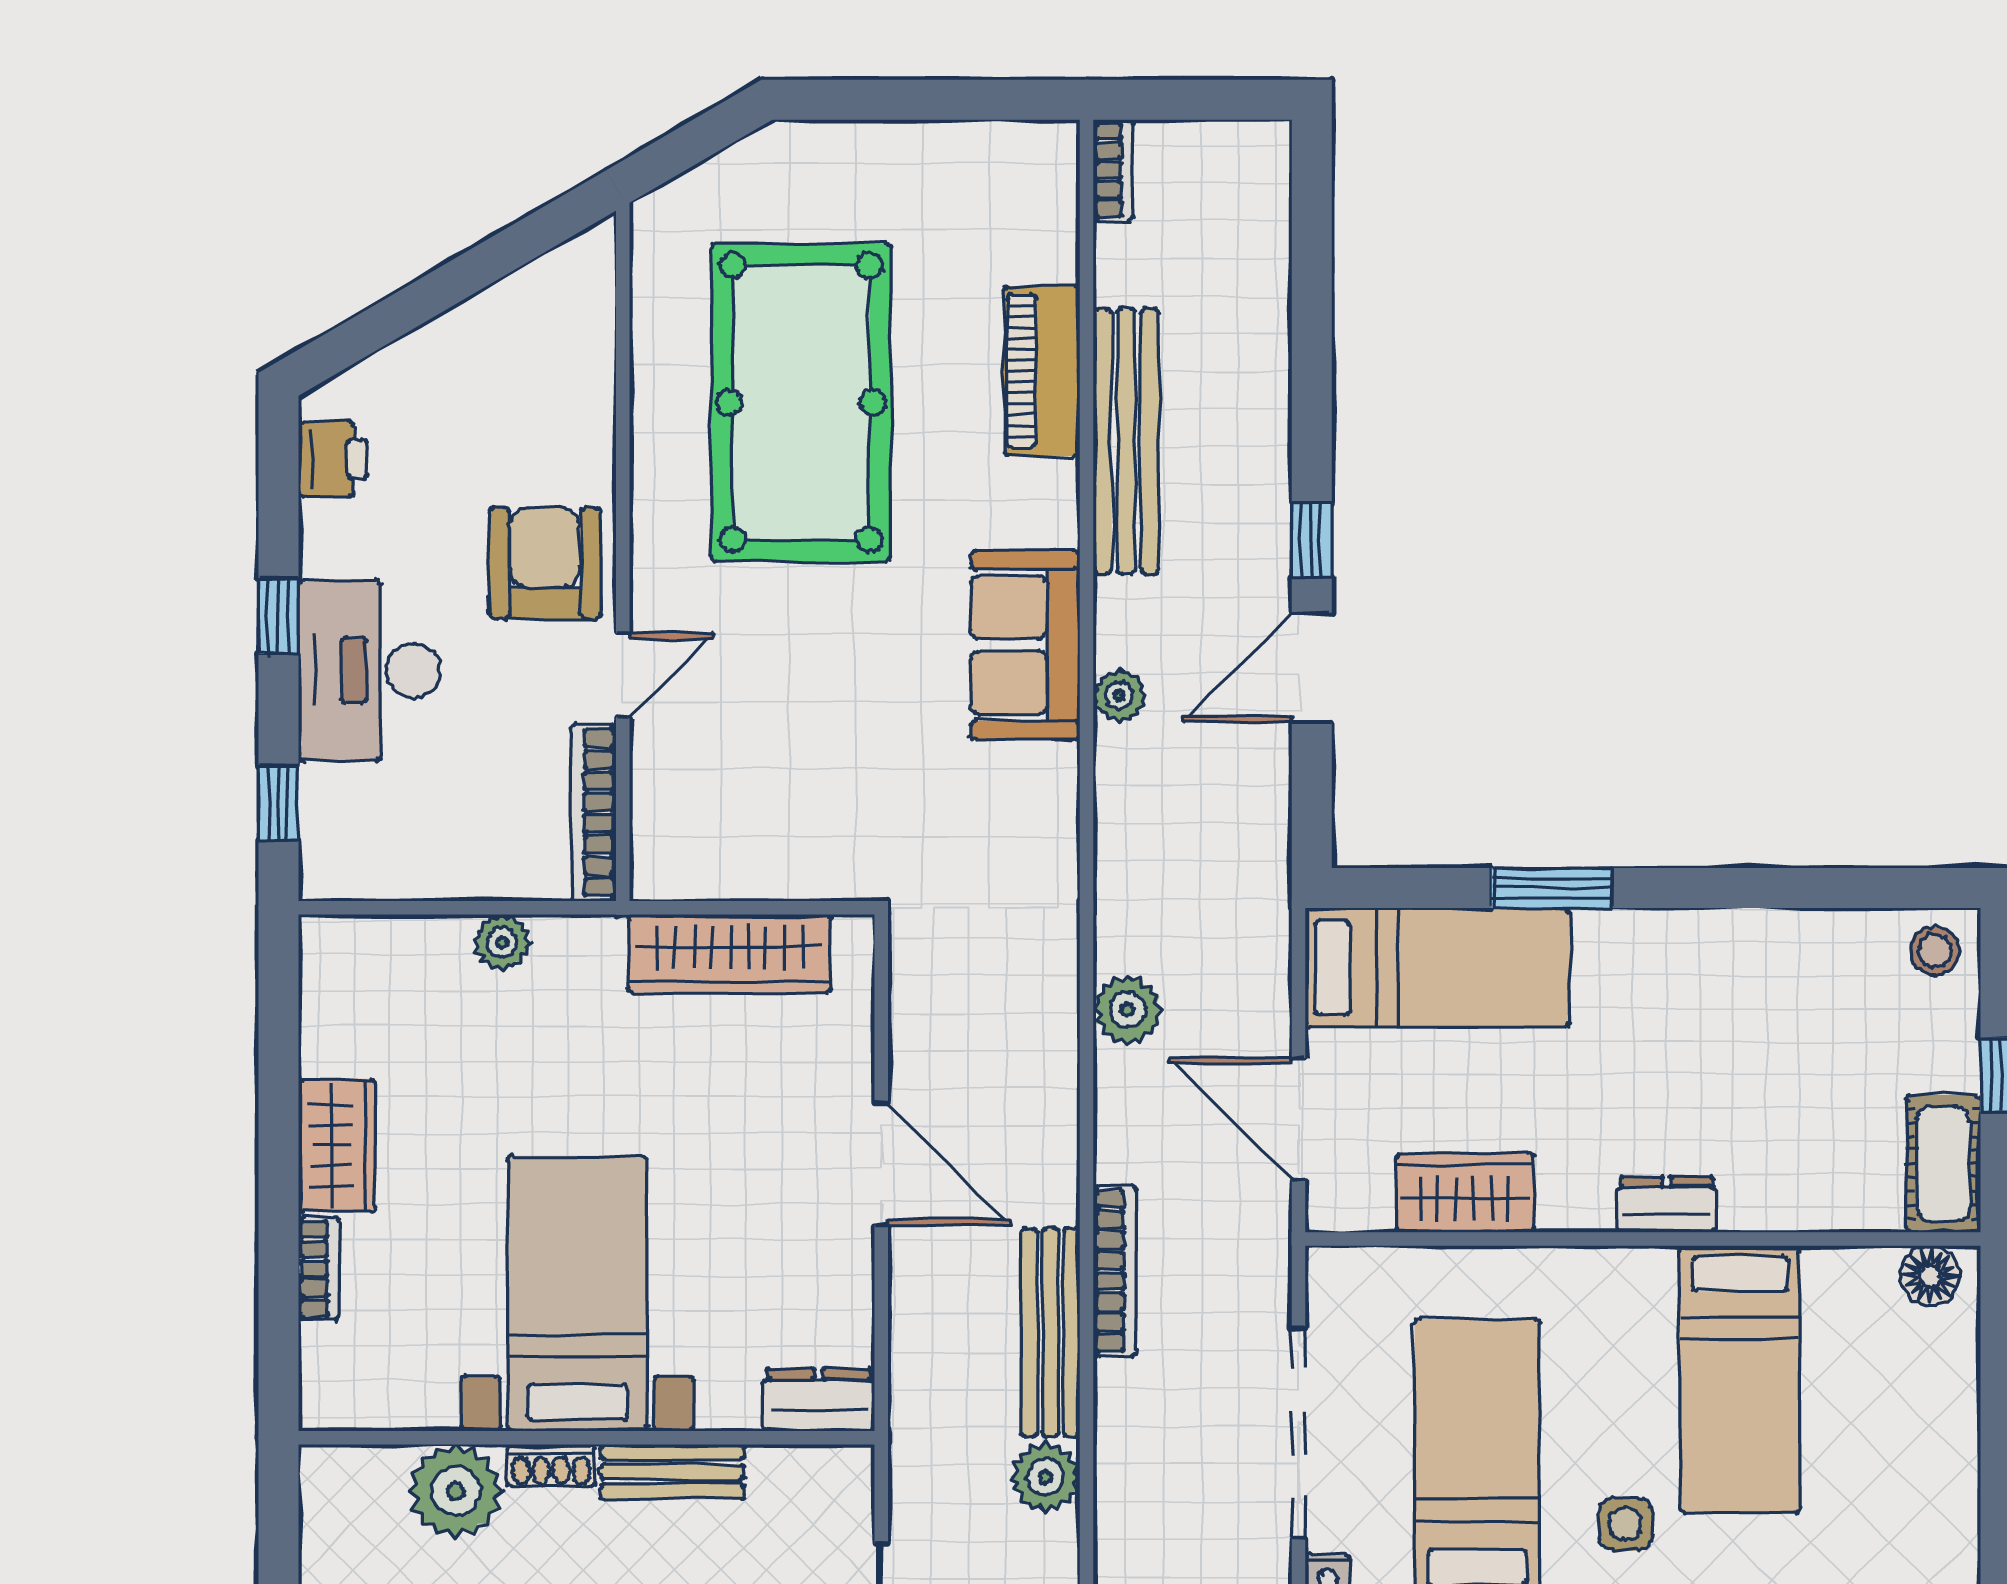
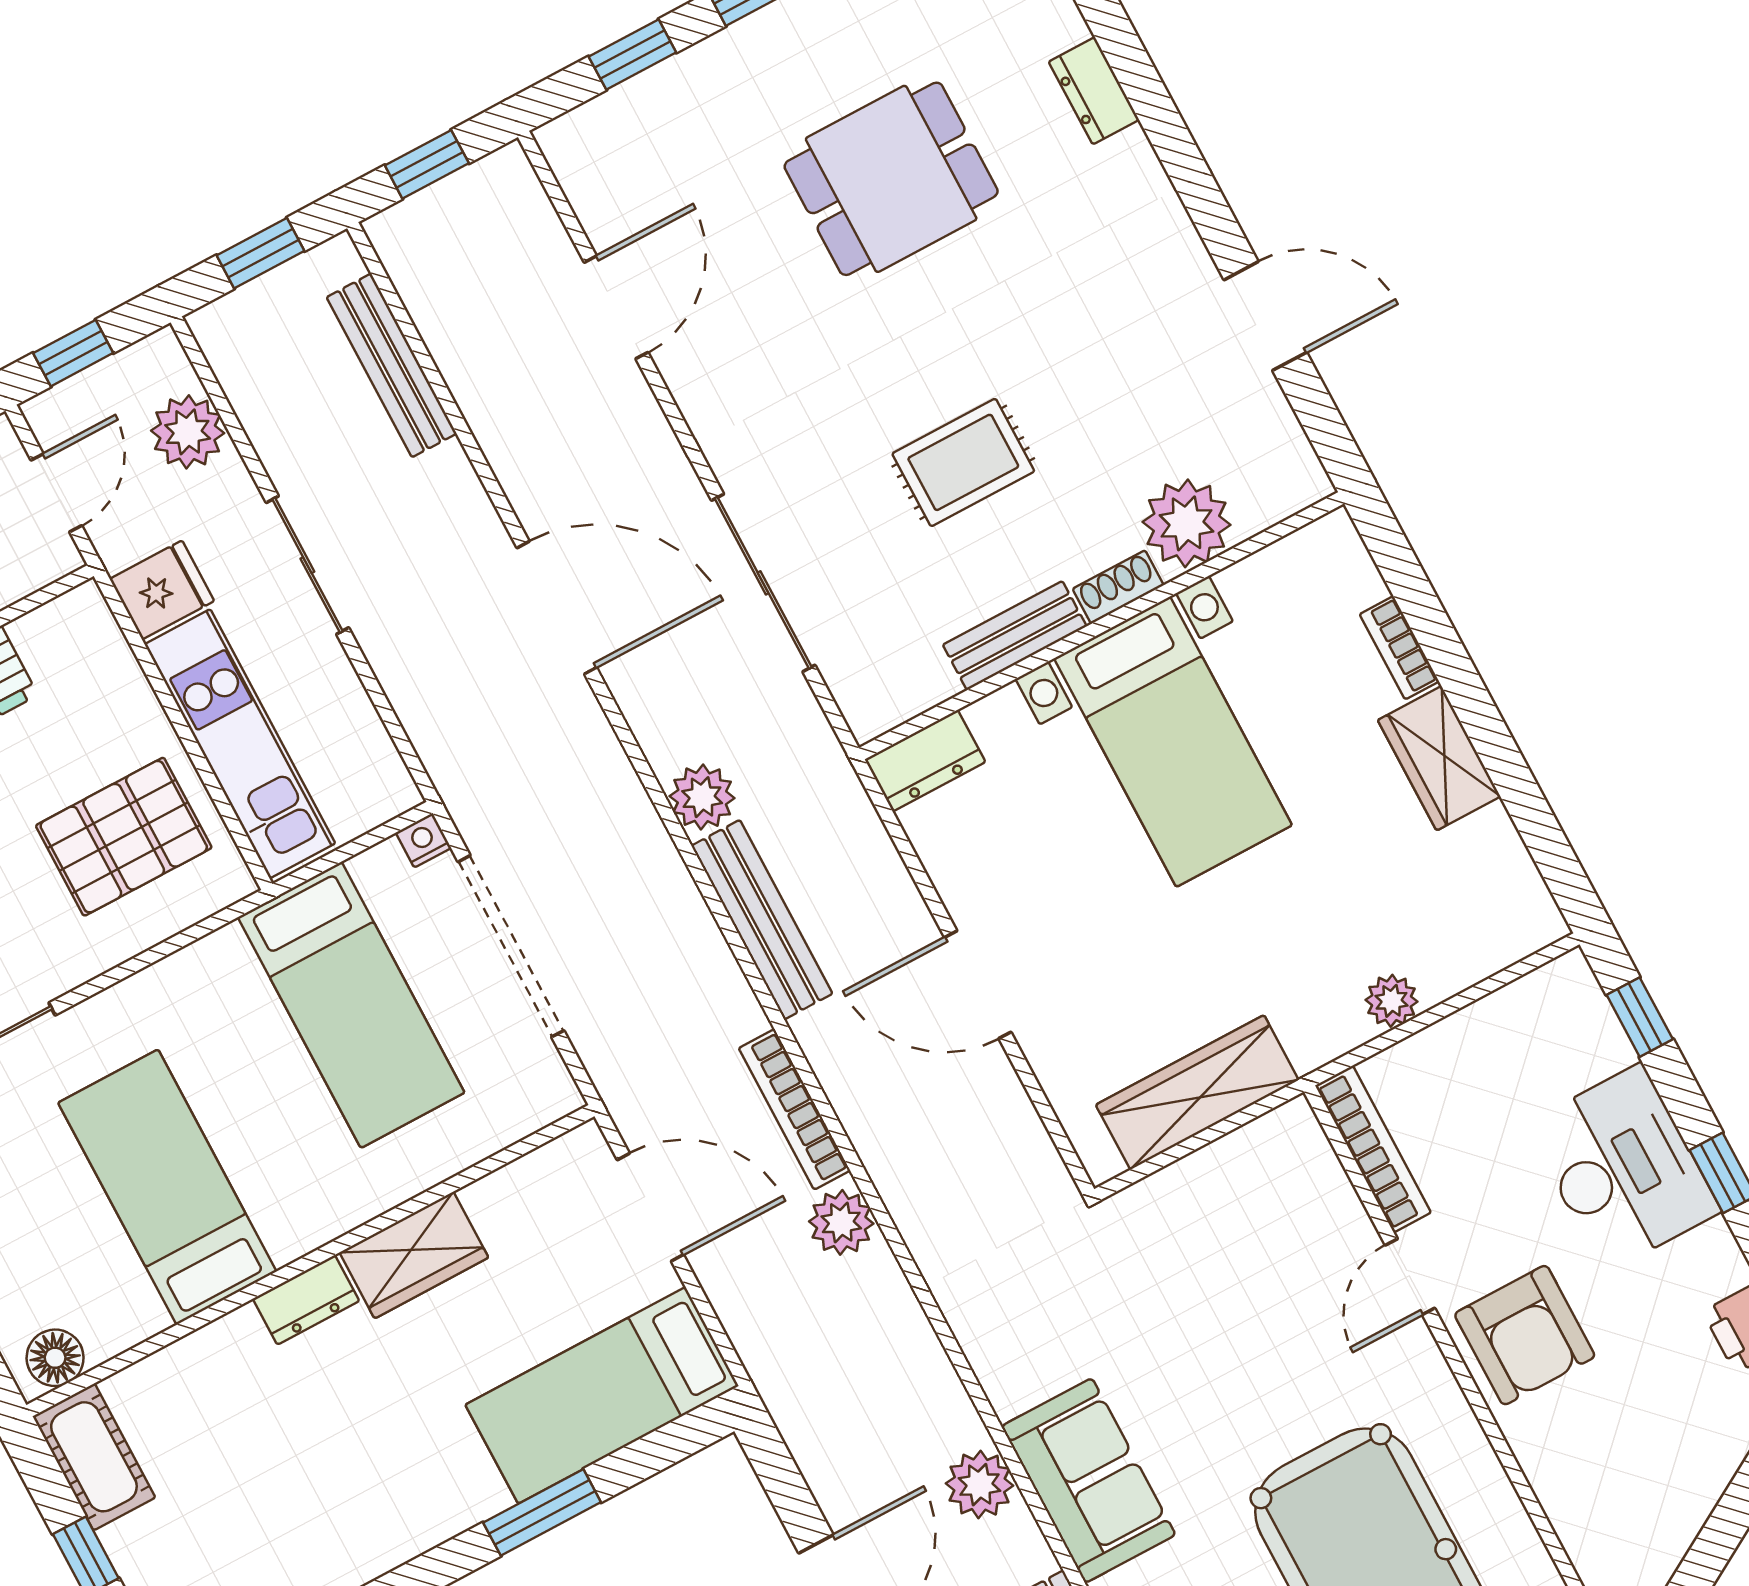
plant: (1119, 696) -> (980, 1485), width x1.38, depth x1.38
wardrobe: (1465, 1193) -> (414, 1255), moved
bookcase: (1115, 1271) -> (794, 1109), moved
side table: (1625, 1524) -> (198, 1016), removed

